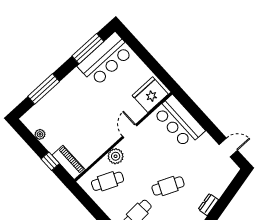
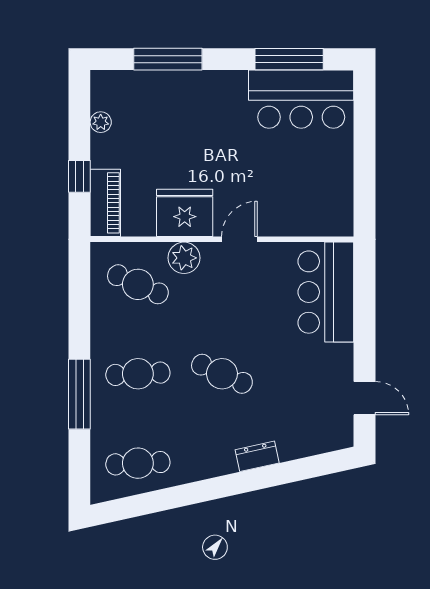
fridge: (150, 95) -> (185, 213), moved

